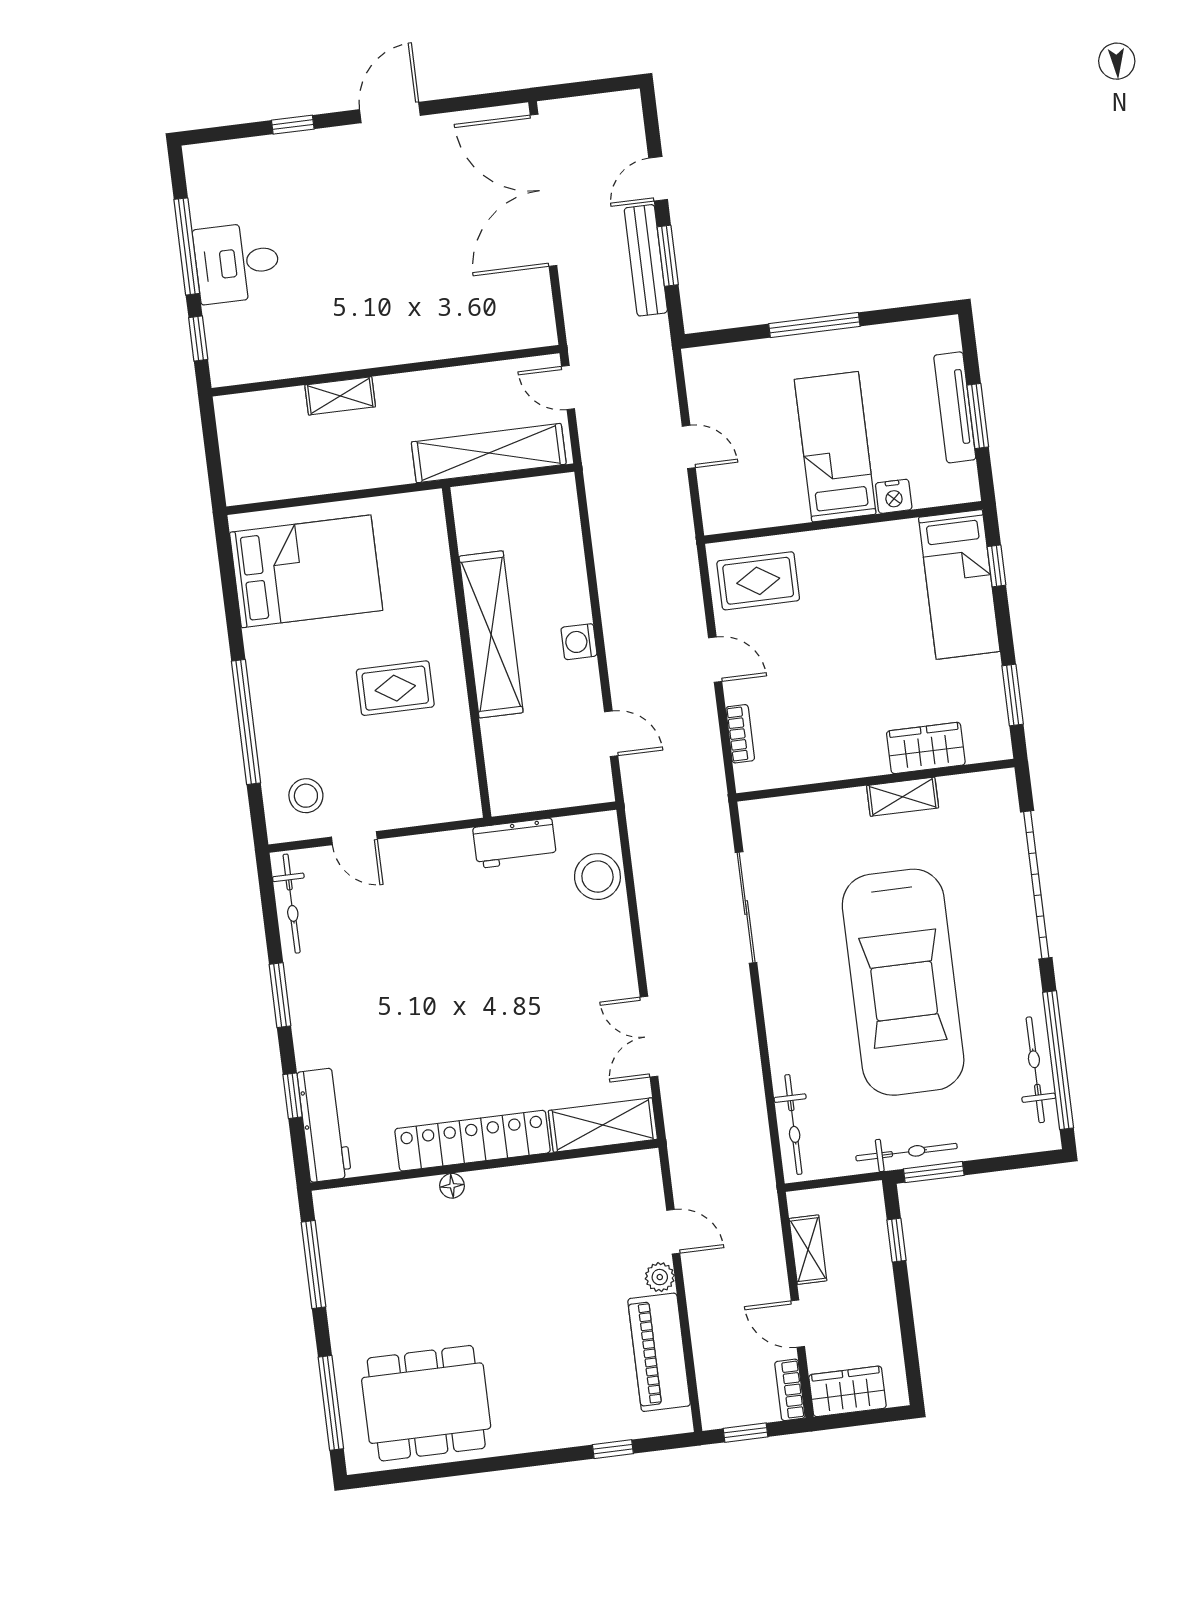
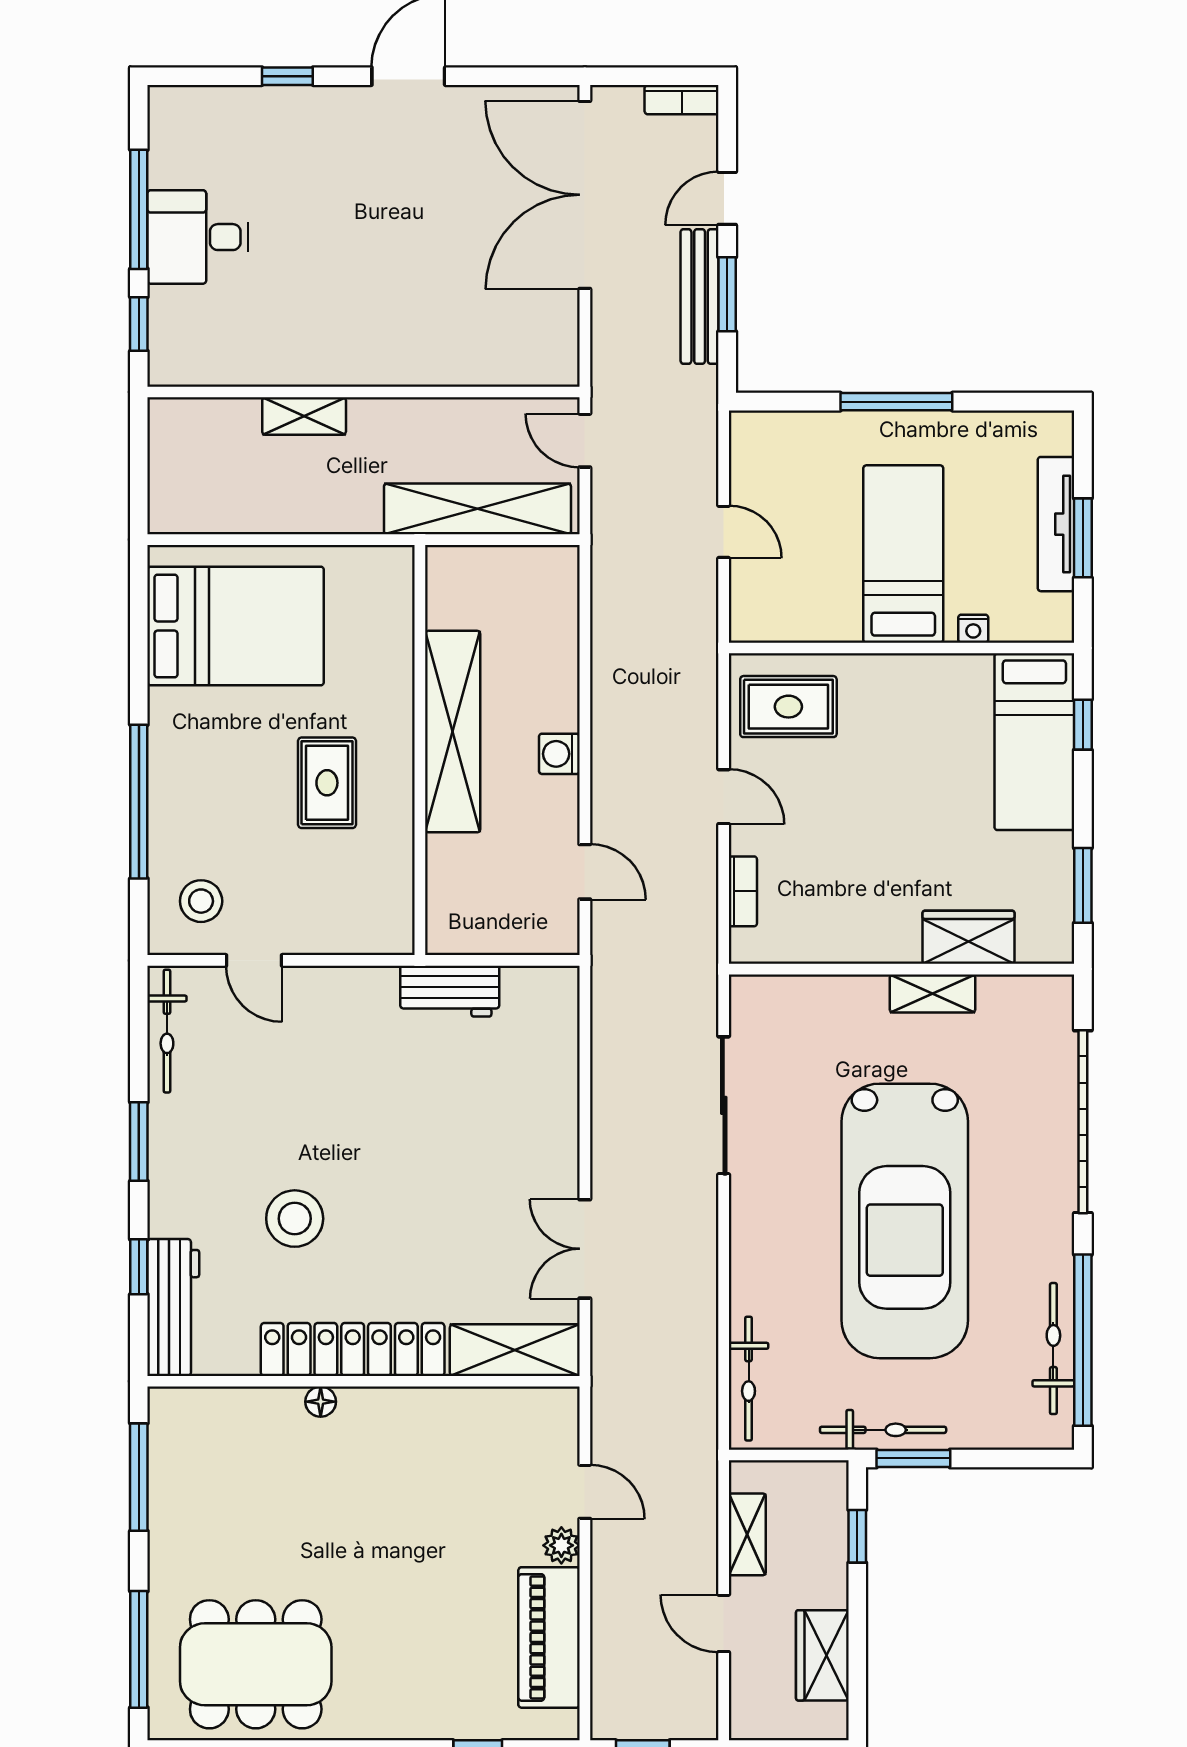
nightstand: (894, 496) -> (973, 629), width x0.72, depth x0.74
rug: (395, 688) -> (327, 783), turned 90
stool: (597, 877) -> (295, 1219), moved
bookcase: (790, 1390) -> (682, 100), moved, turned -90
wardrobe: (848, 1391) -> (822, 1655), moved, turned -90

